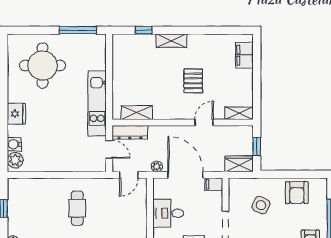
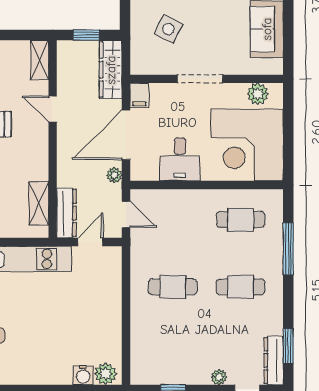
fridge: (16, 114) -> (40, 372), removed
wardrobe: (239, 164) -> (111, 70), width x1.50

